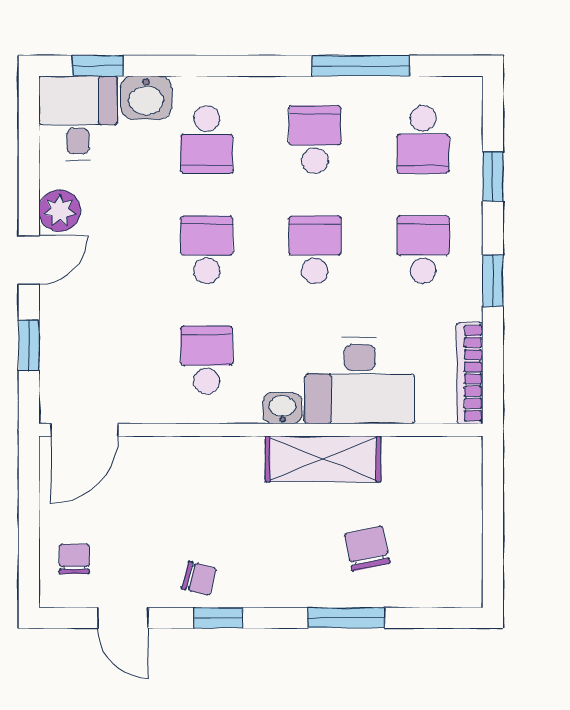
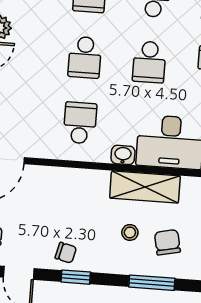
school desk: (207, 250) -> (85, 57), turned 180
school desk: (315, 250) -> (149, 62), turned 180
stool: (304, 537) -> (130, 232), added

